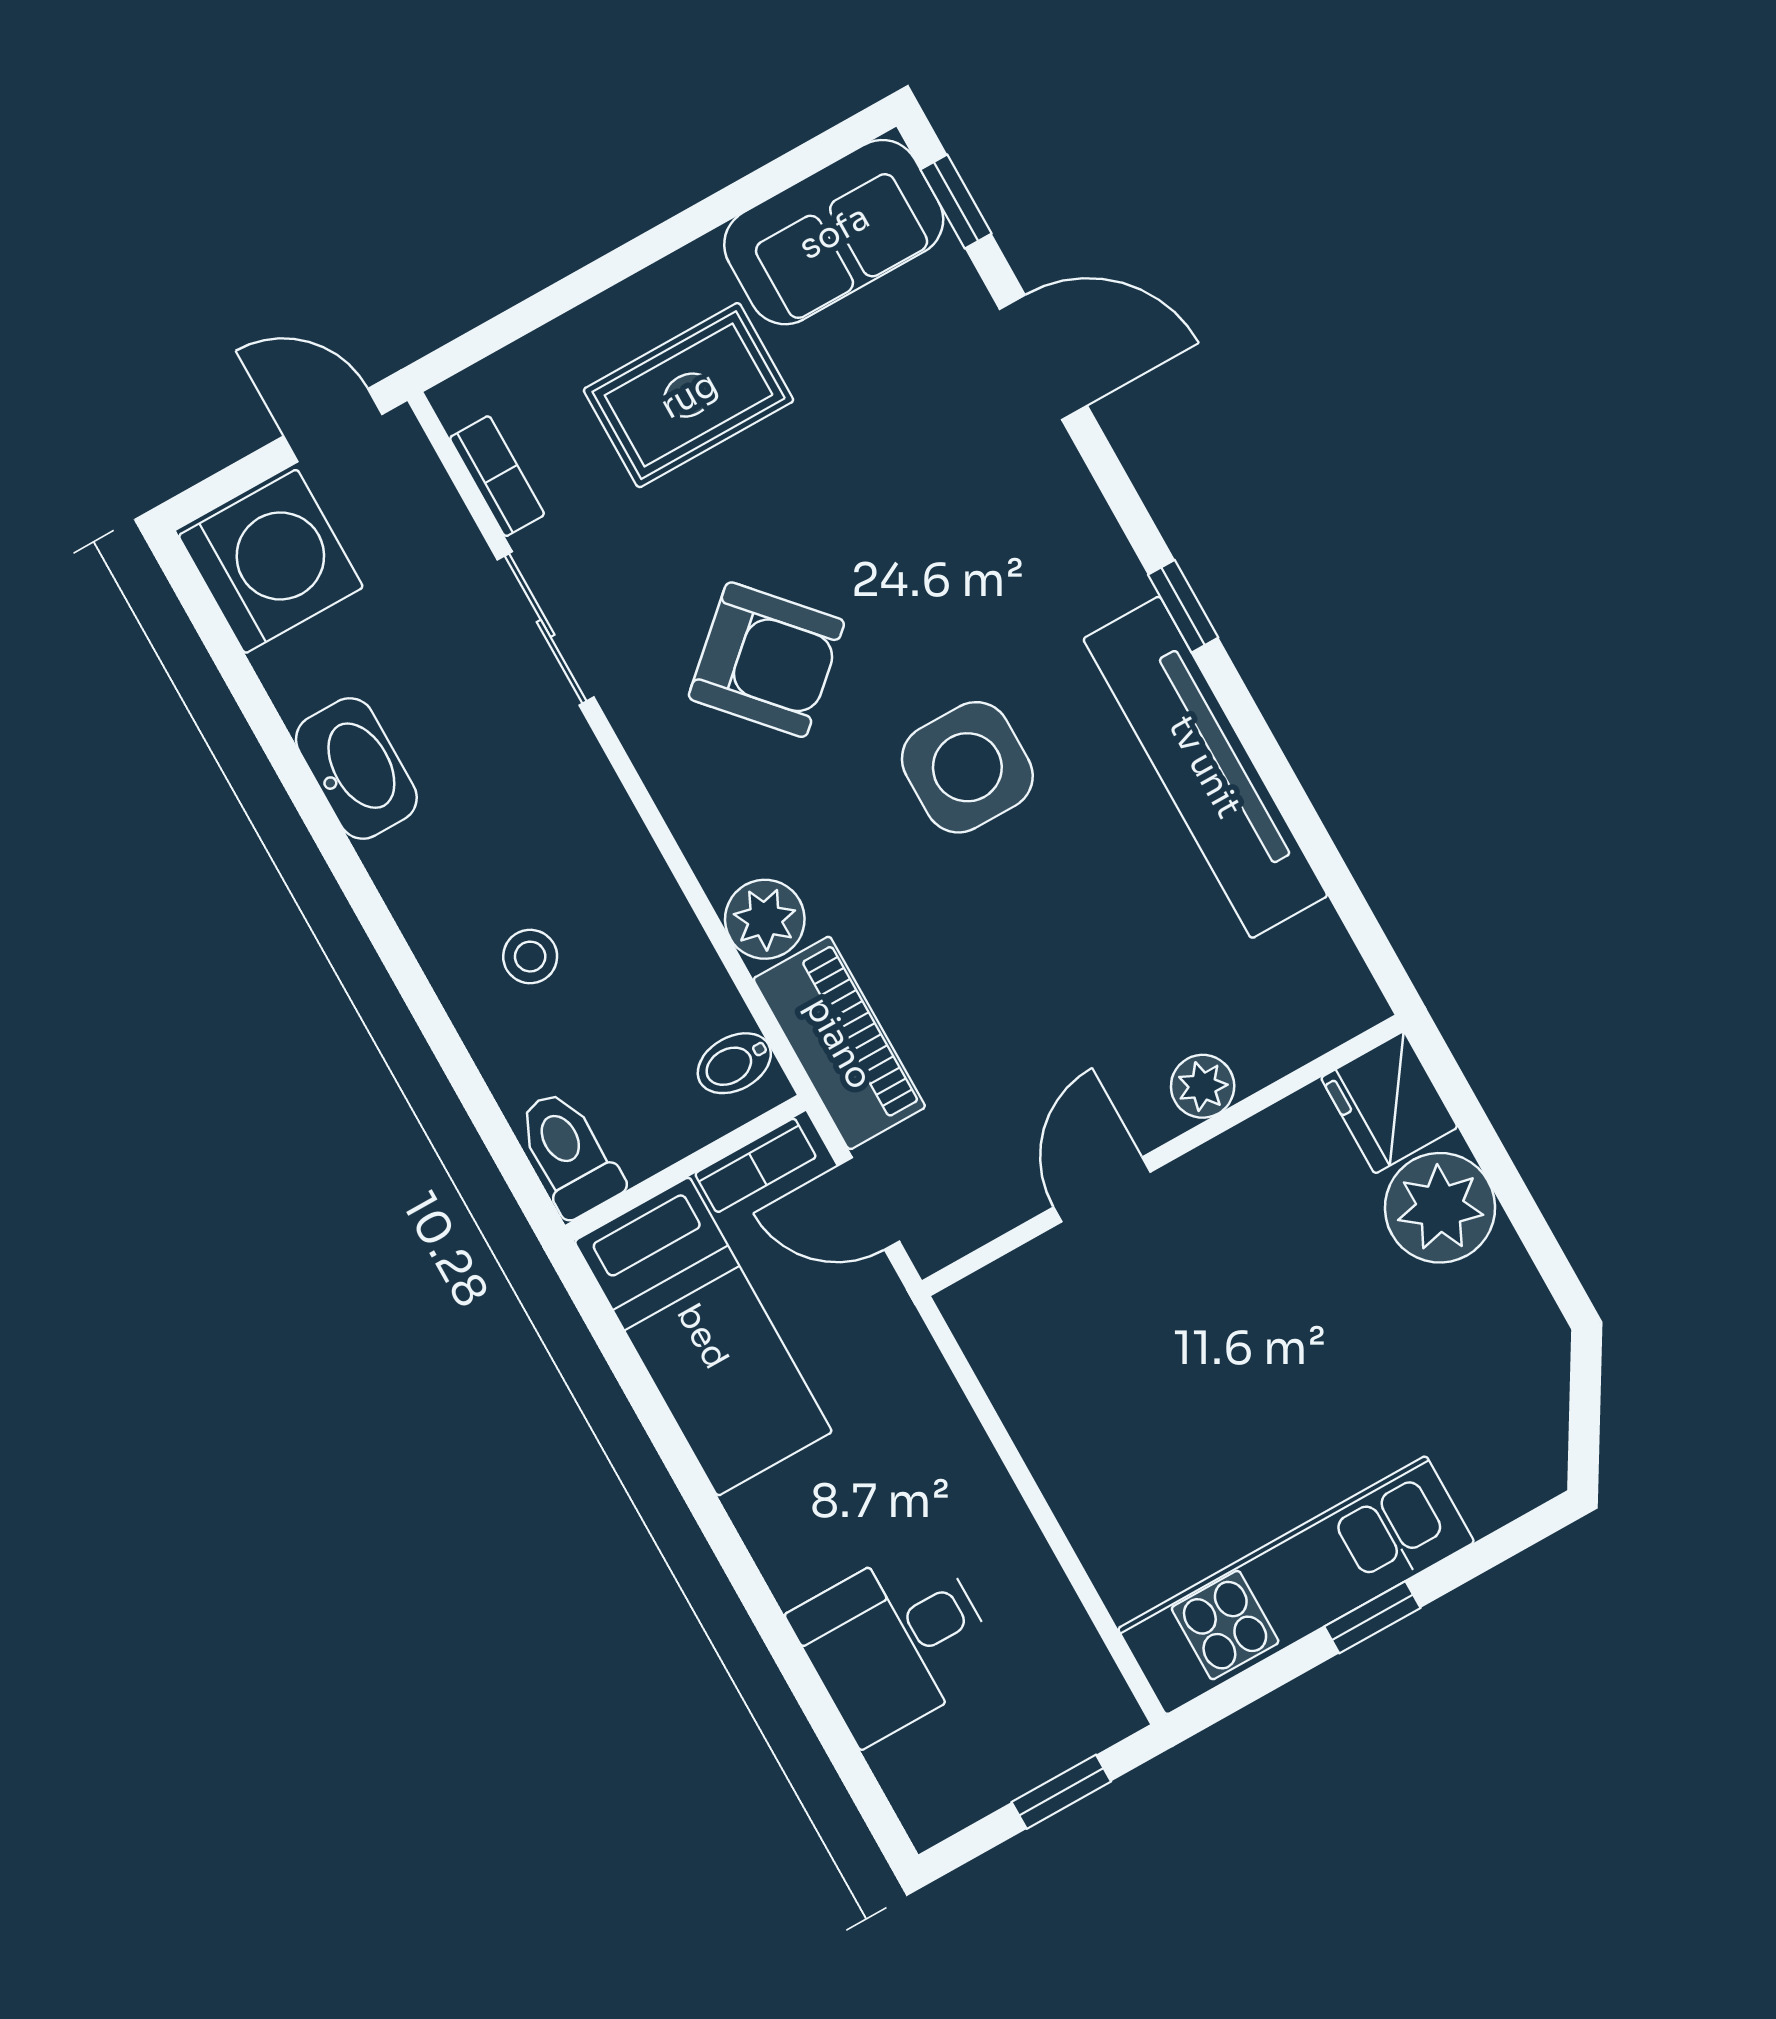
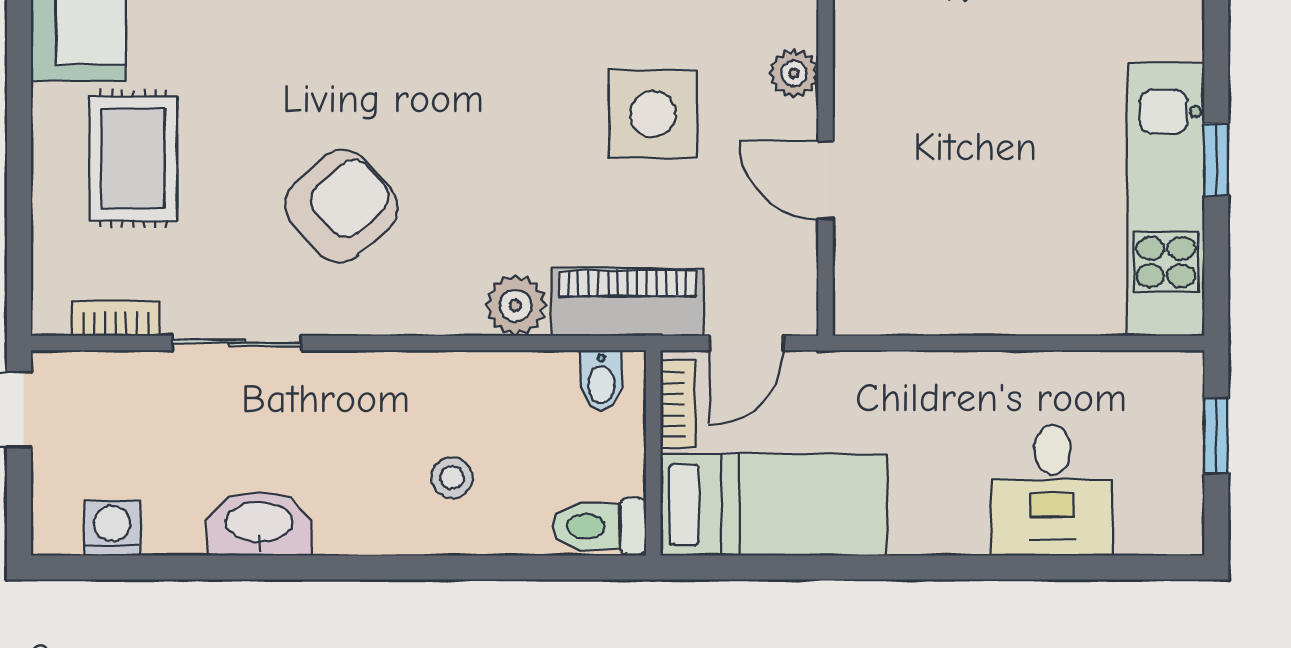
washing machine: (271, 561) -> (112, 528), width x0.53, depth x0.53
side table: (967, 767) -> (653, 114), moved

